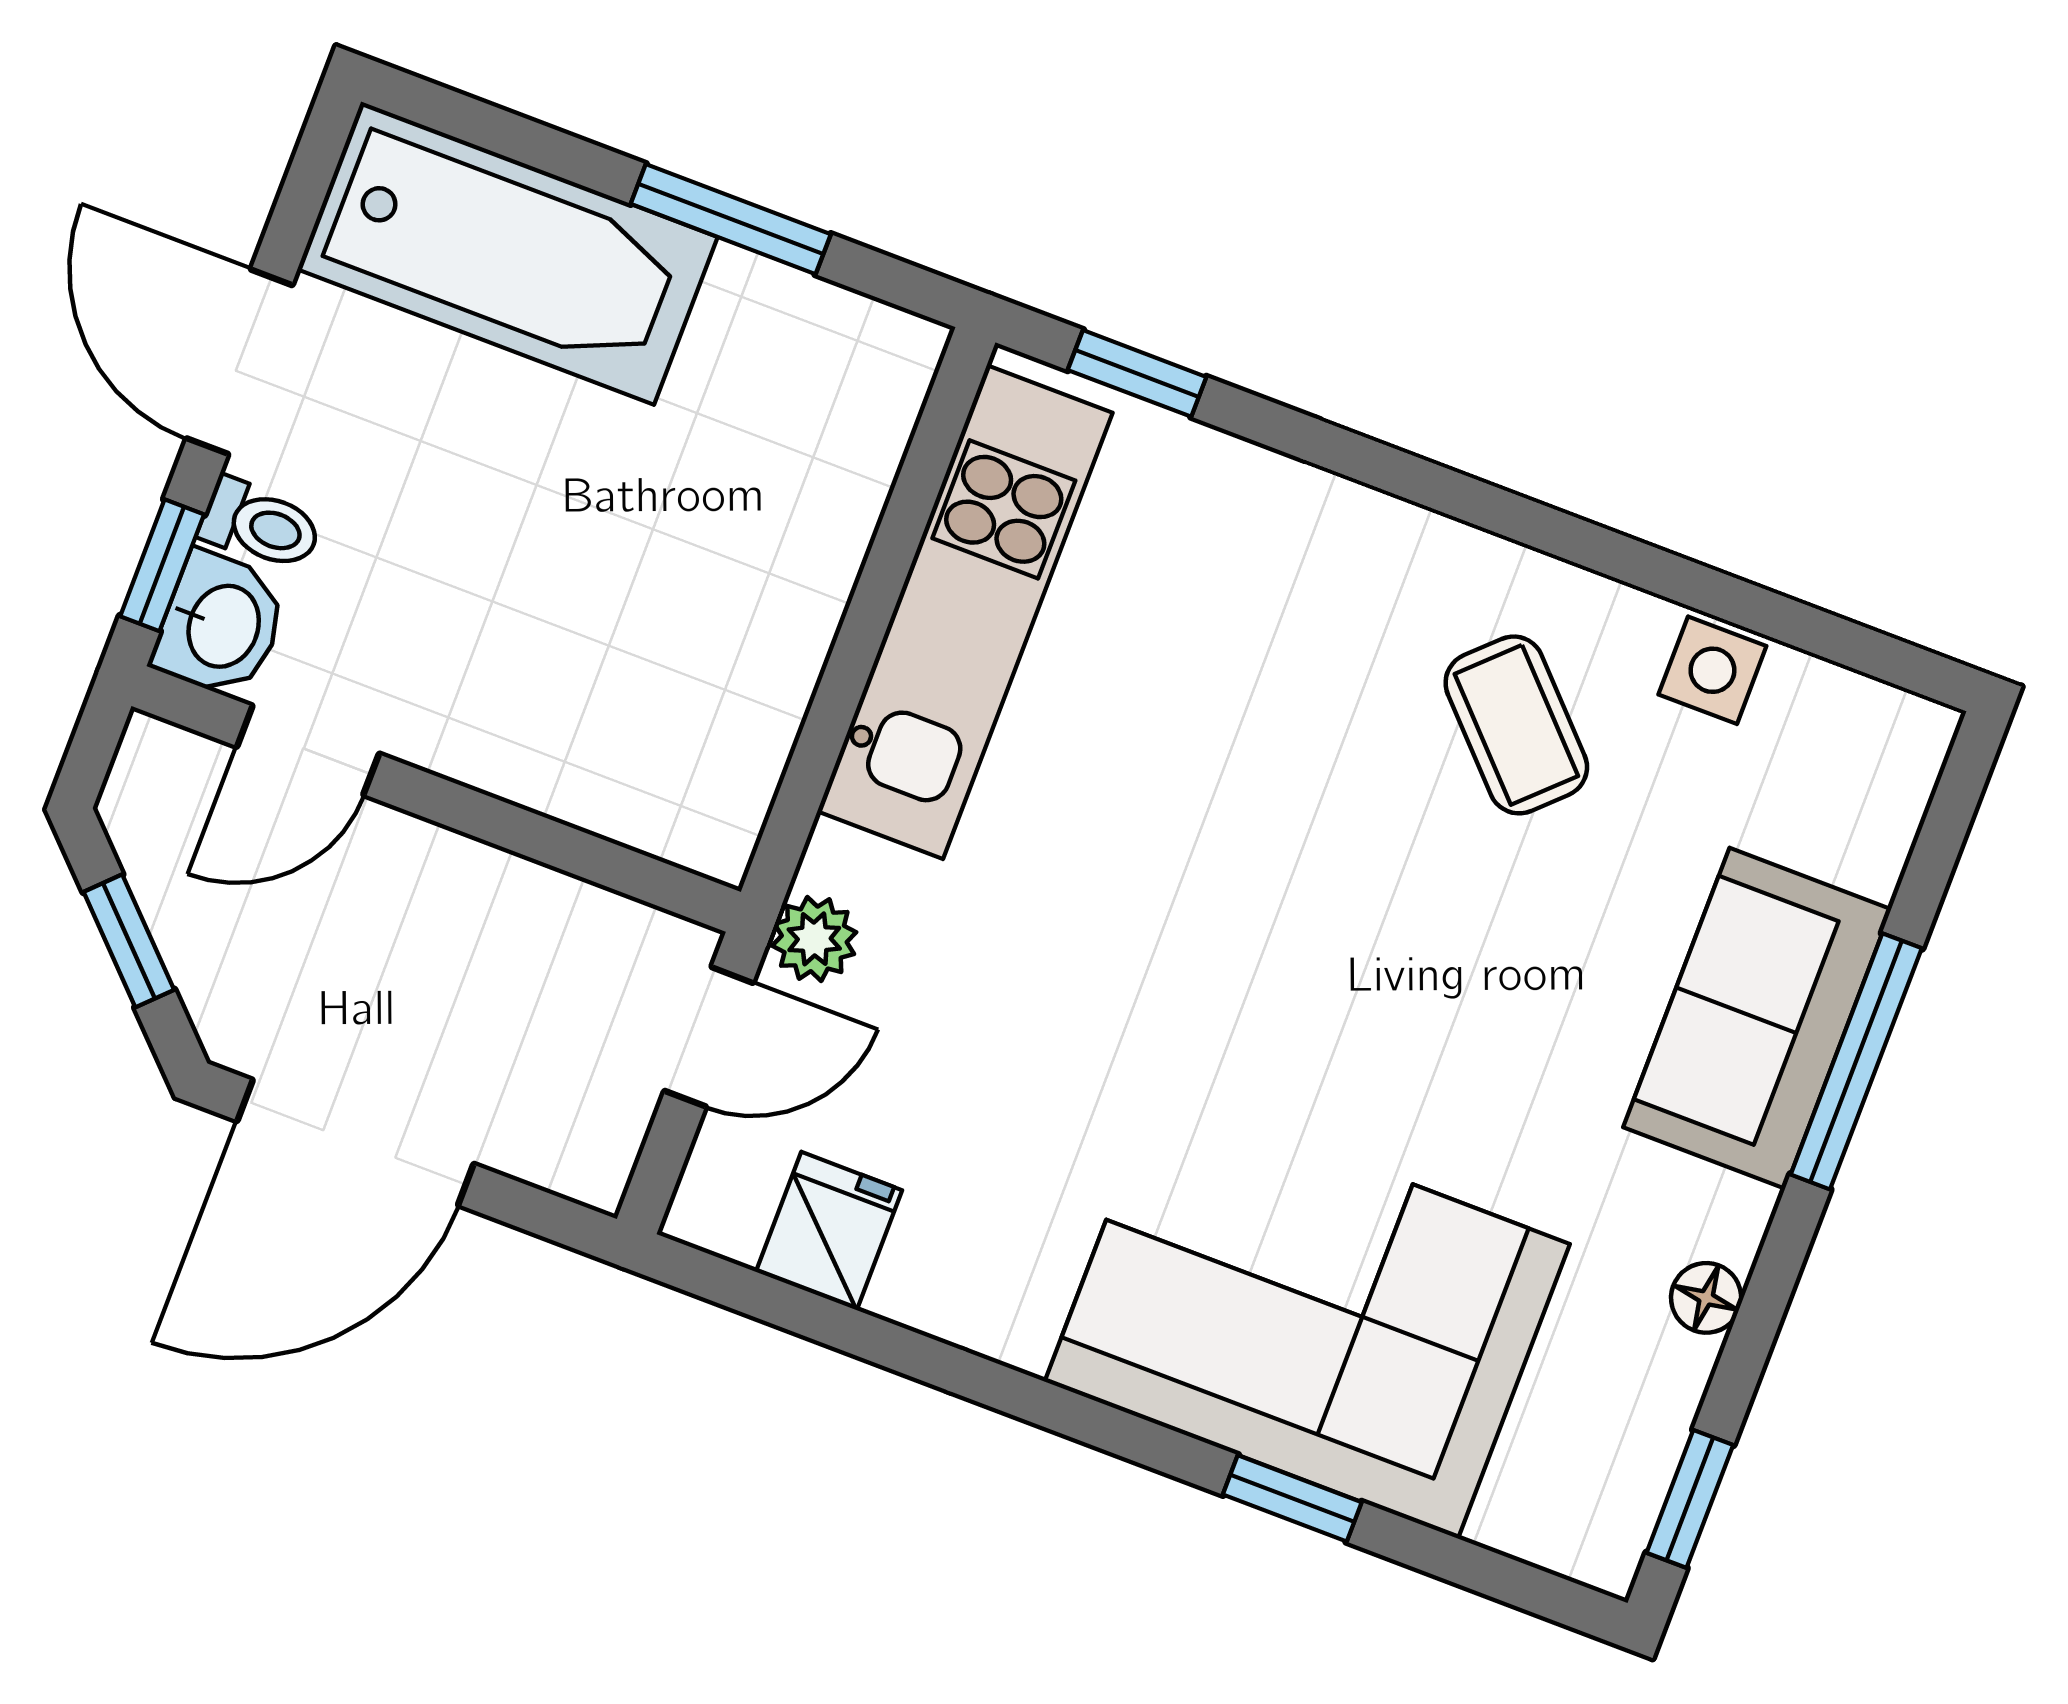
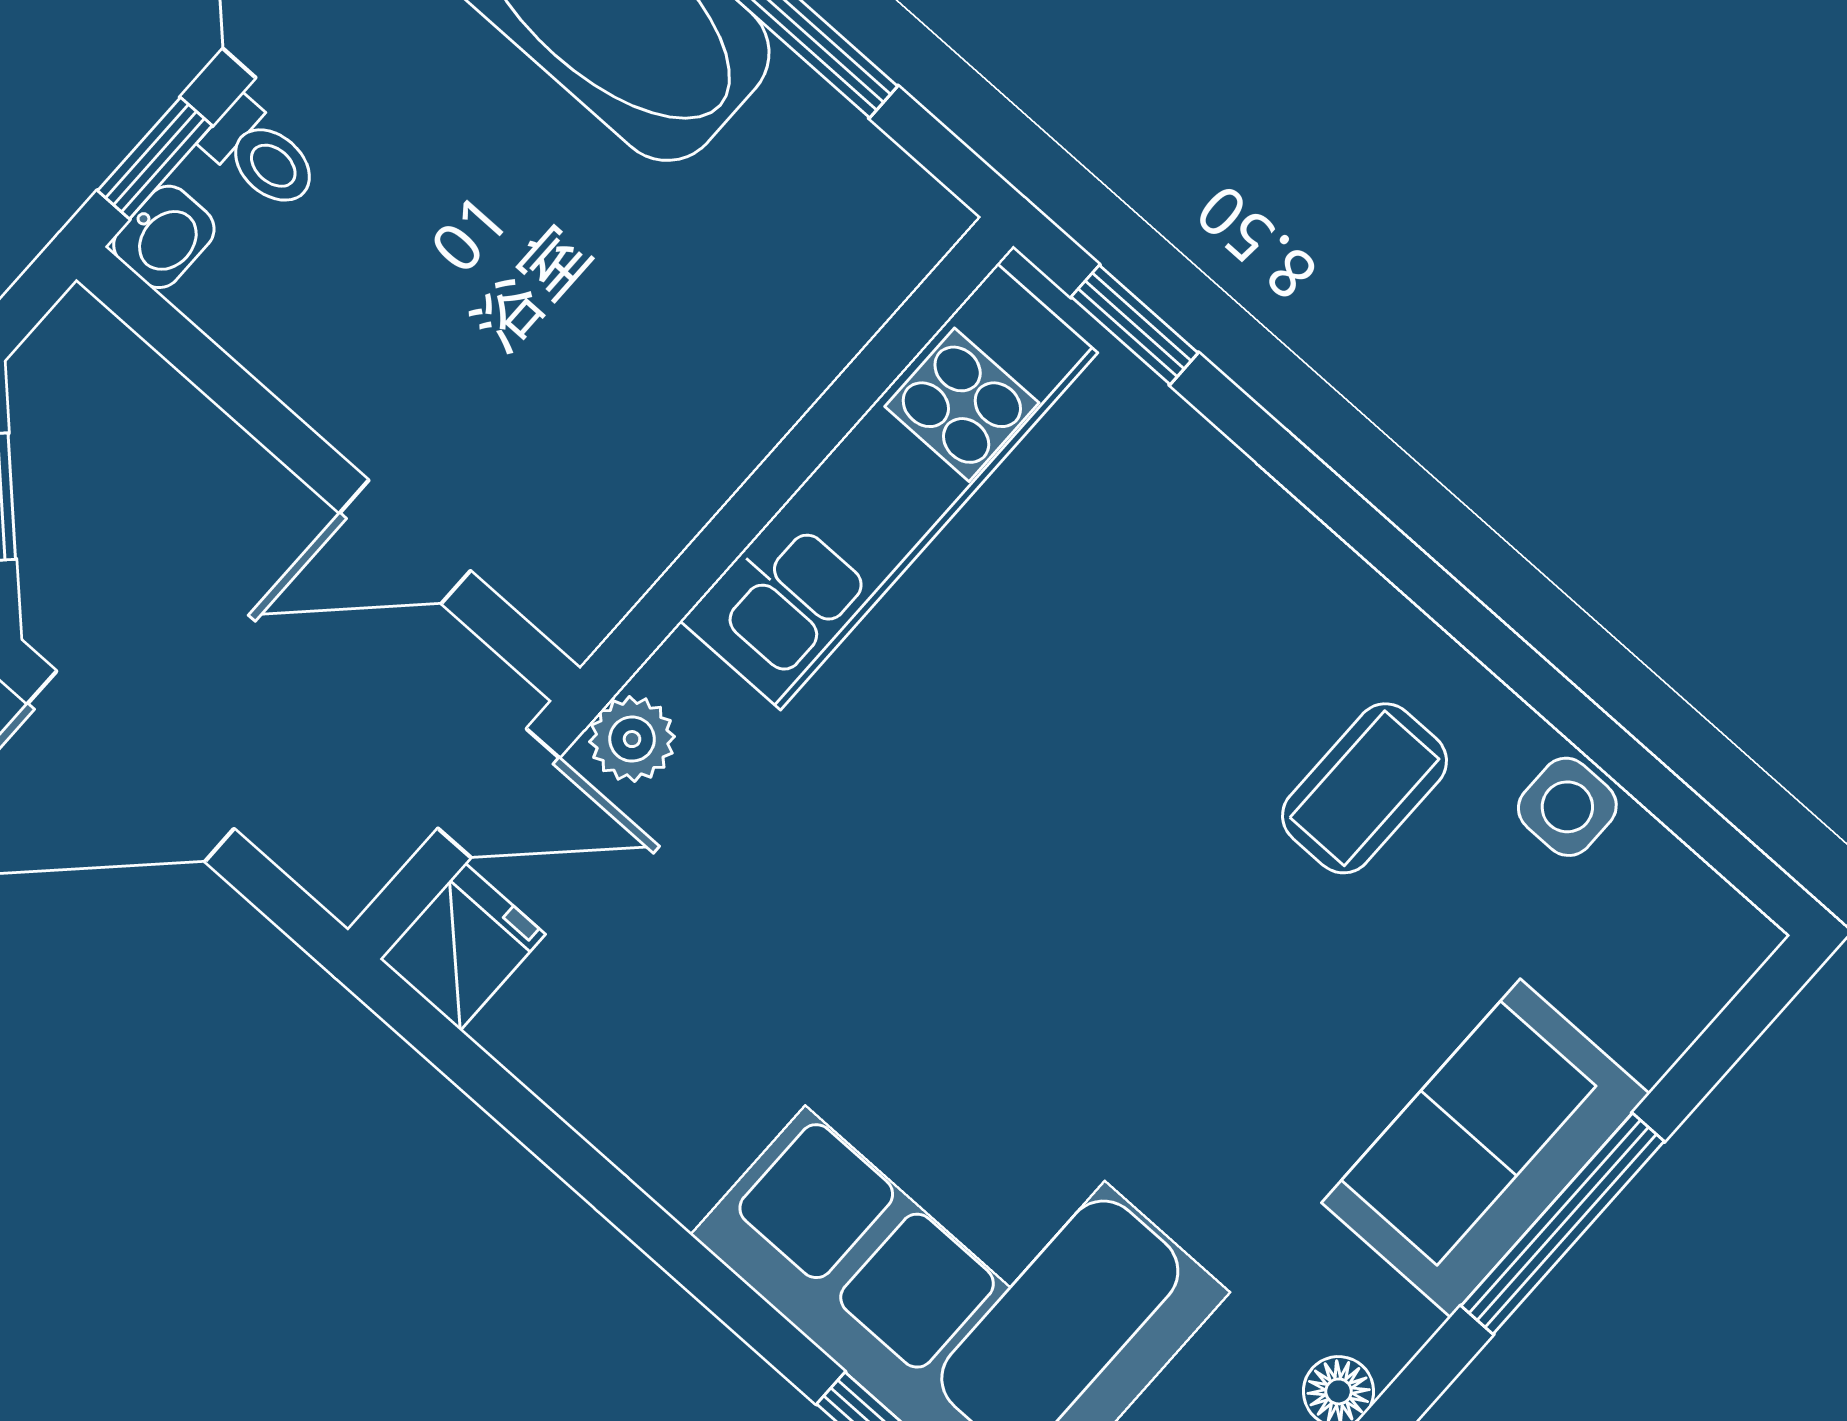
washbasin: (221, 625) -> (164, 237), width x0.72, depth x0.69
coffee table: (1516, 725) -> (1364, 788), turned 44
door: (308, 750) -> (405, 542), moved
fridge: (829, 1231) -> (463, 947), moved

